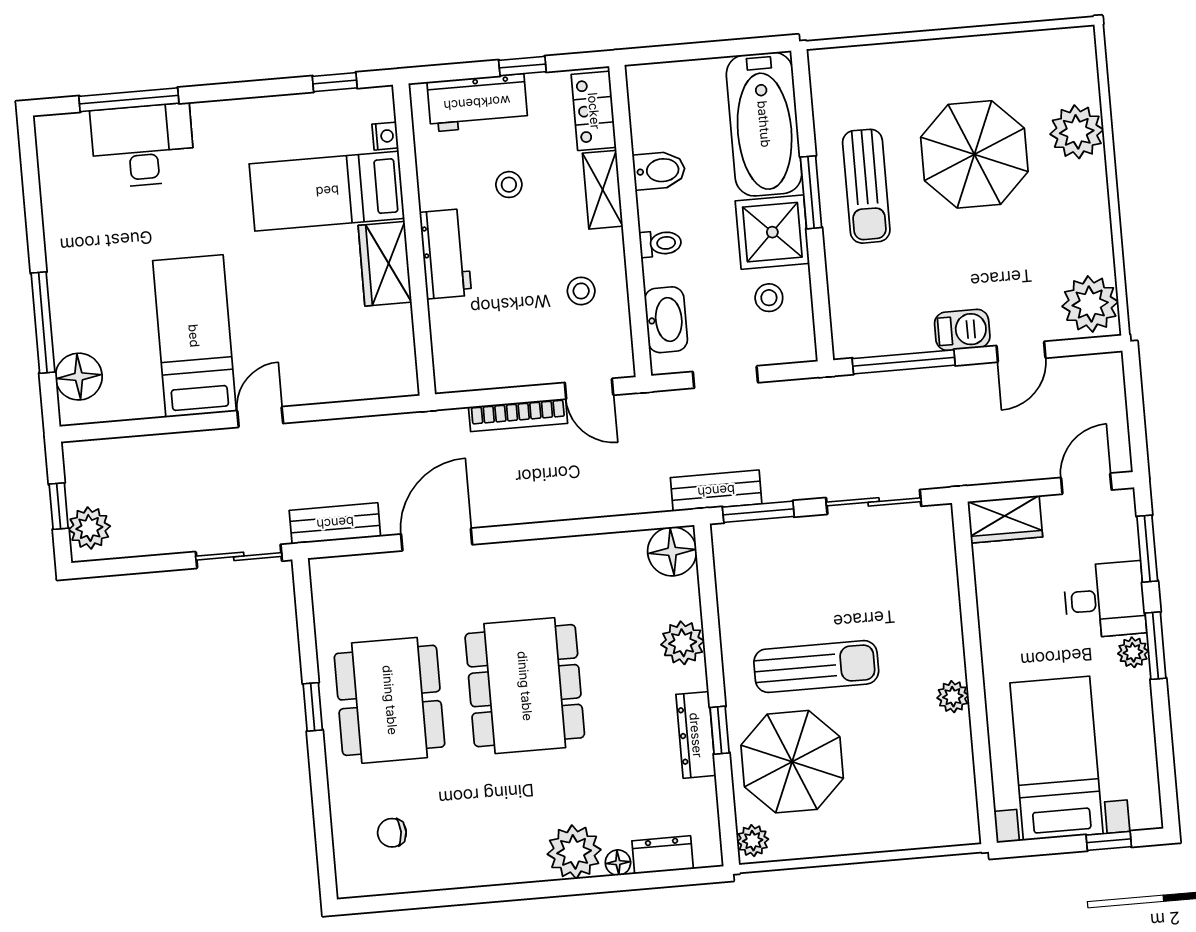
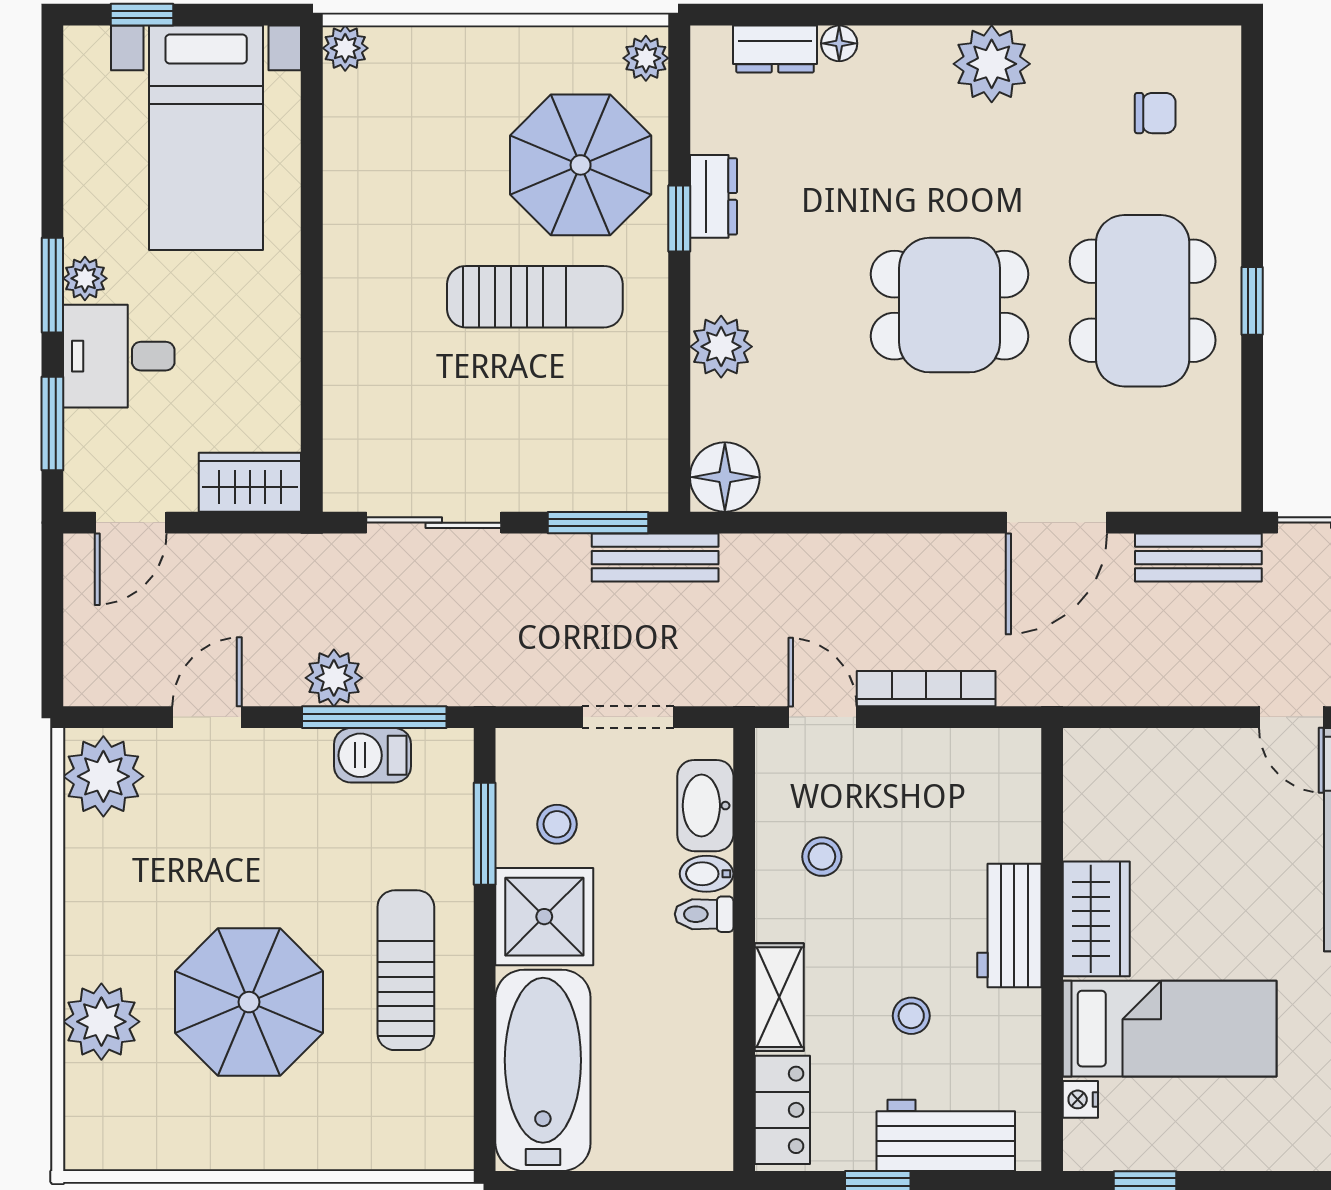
bidet: (659, 170) -> (707, 874), moved, width x0.72, depth x0.74
window: (811, 192) -> (485, 834), moved
barbecue: (962, 330) -> (373, 755), moved
plant: (934, 387) -> (334, 678), added
door: (260, 417) -> (1291, 717), hinge flipped
sun lounger: (816, 667) -> (535, 297), turned 180
dining table: (525, 686) -> (949, 305), width x0.73
plant: (953, 697) -> (345, 48), moved
dresser: (696, 735) -> (713, 196), width x0.70
plant: (574, 852) -> (992, 64), moved

